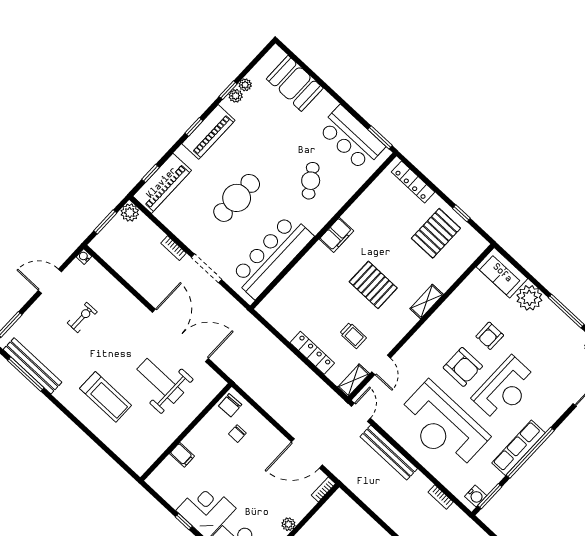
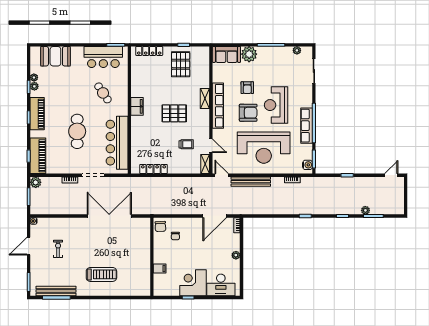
row of seats: (434, 325) -> (218, 106), added
locker: (312, 353) -> (154, 169), moved
weight bench: (160, 381) -> (119, 245), removed
reception desk: (505, 389) -> (276, 105), turned 180

